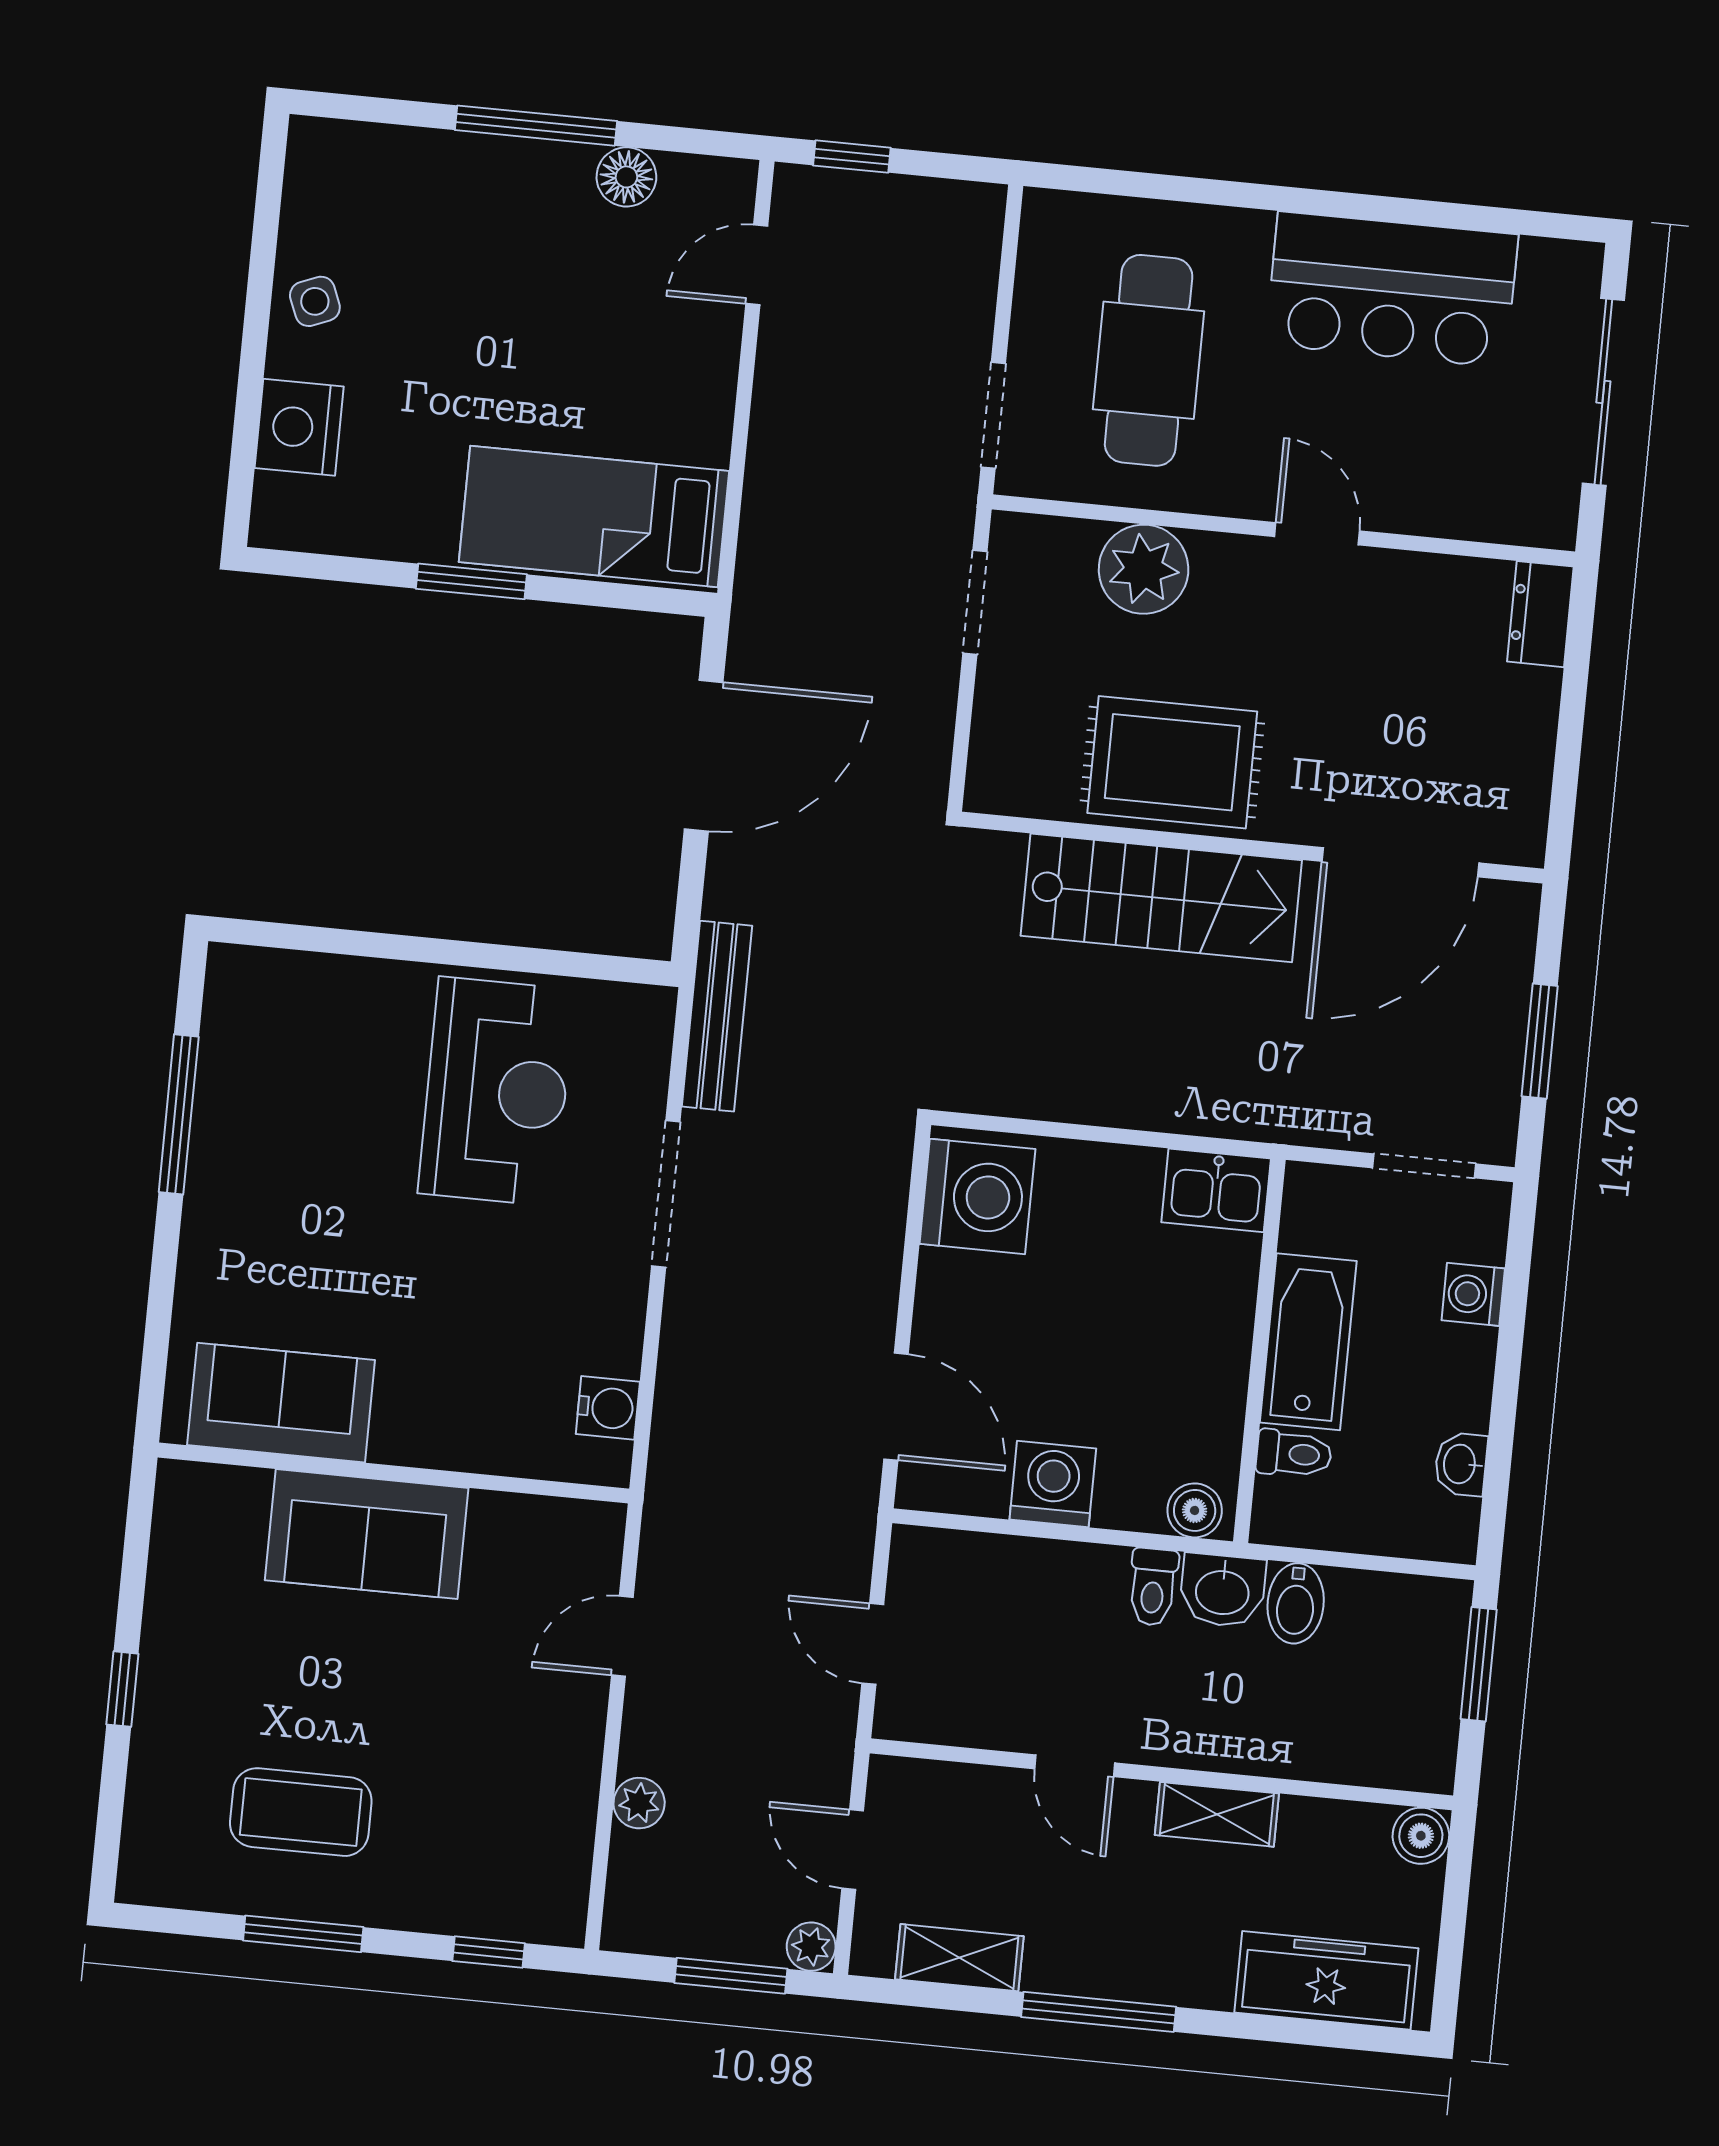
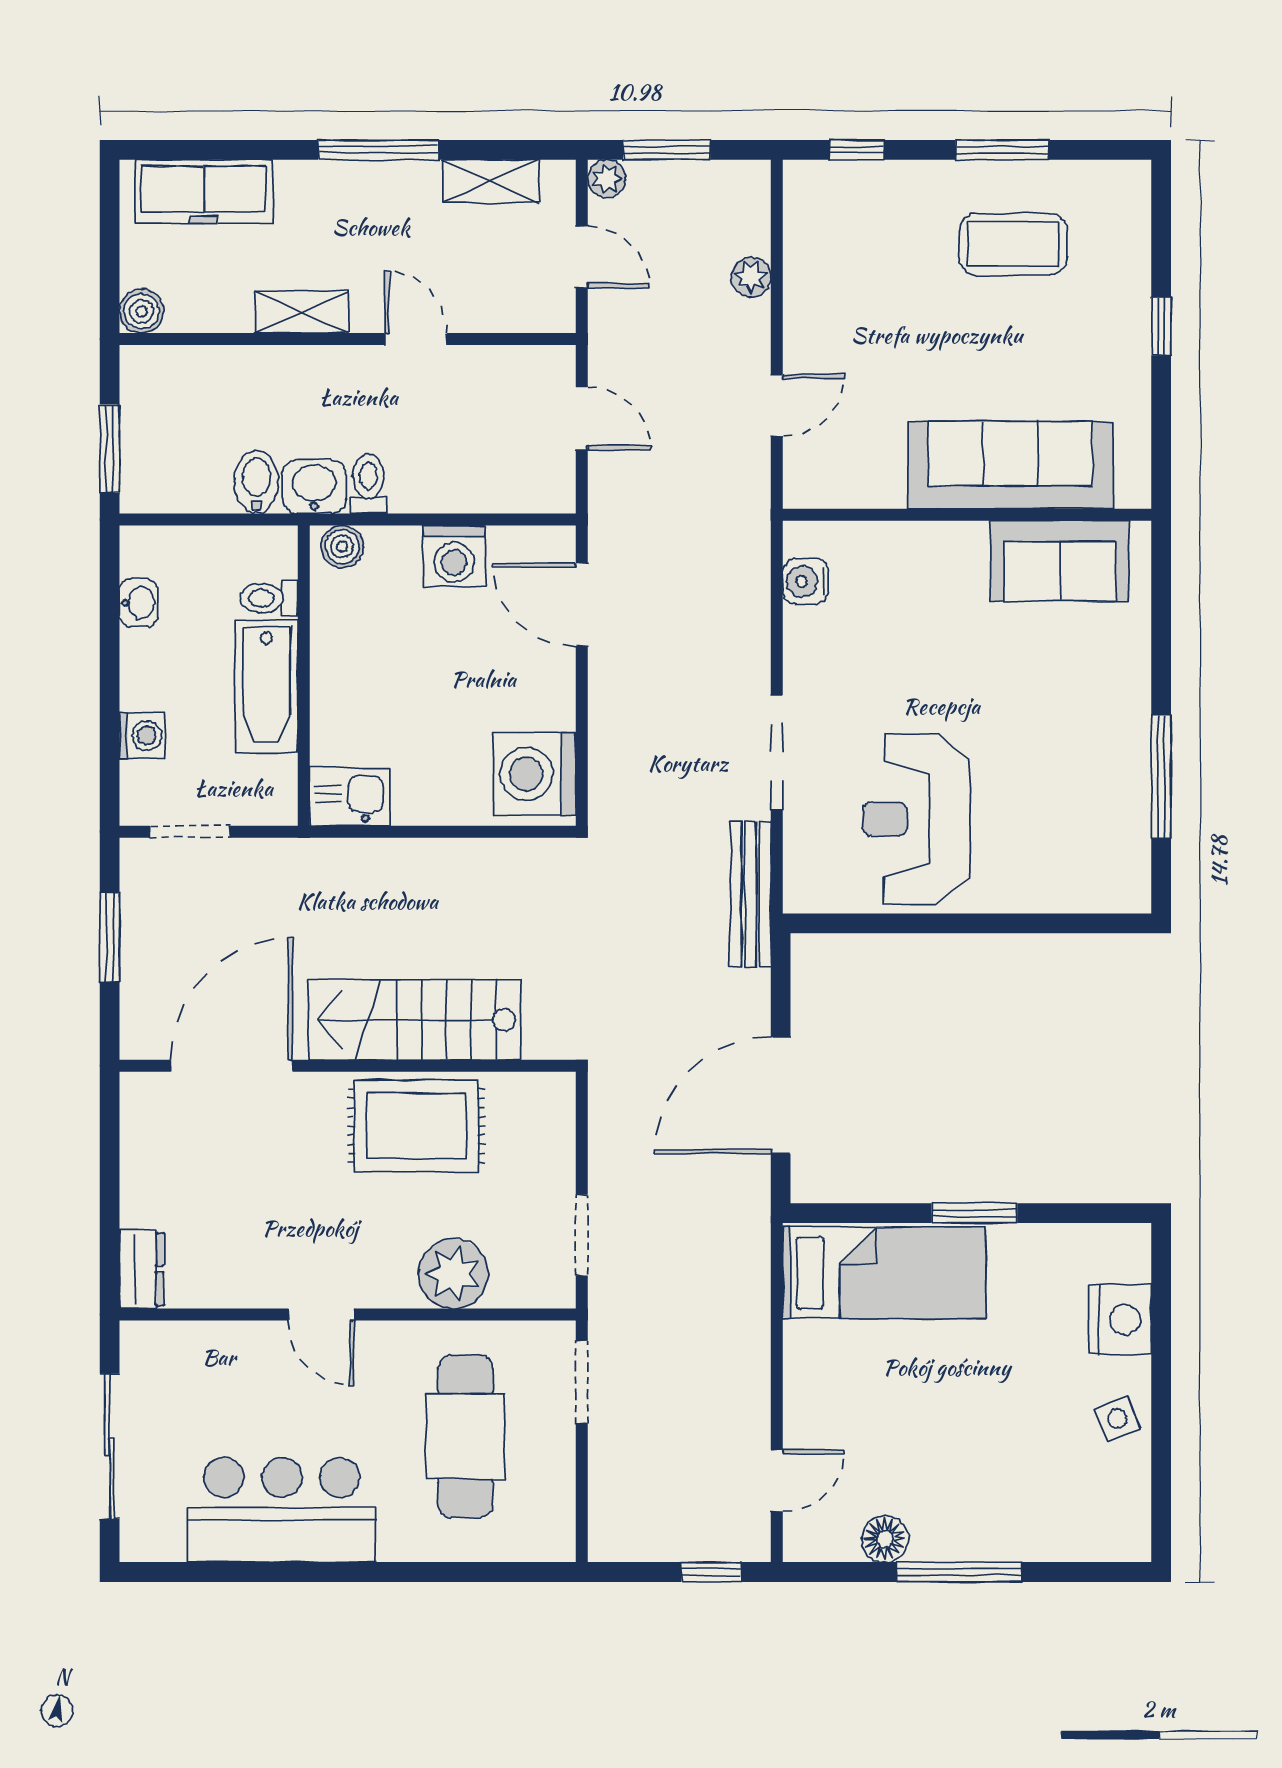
sofa: (367, 1534) -> (1010, 465), width x1.36

